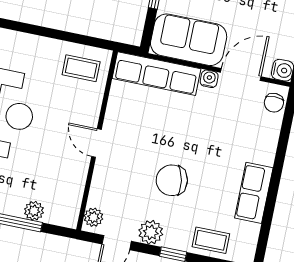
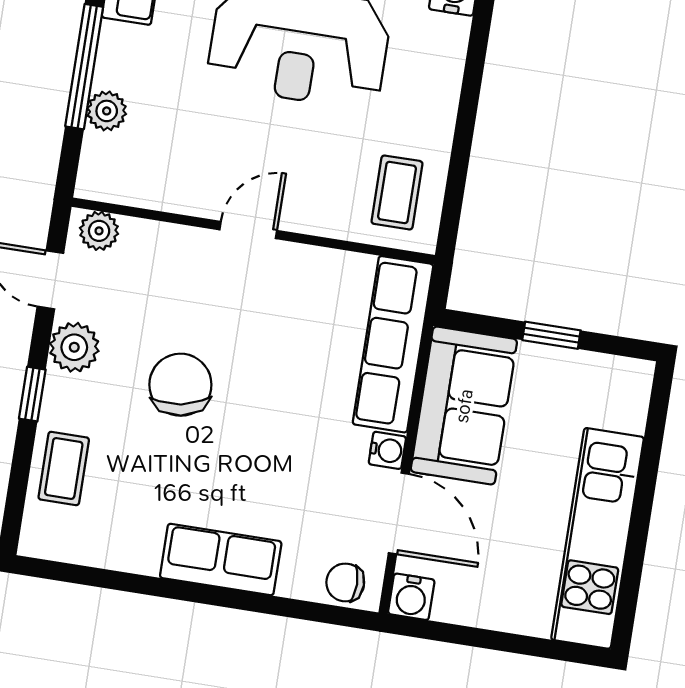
row of seats: (254, 193) -> (221, 560), moved

